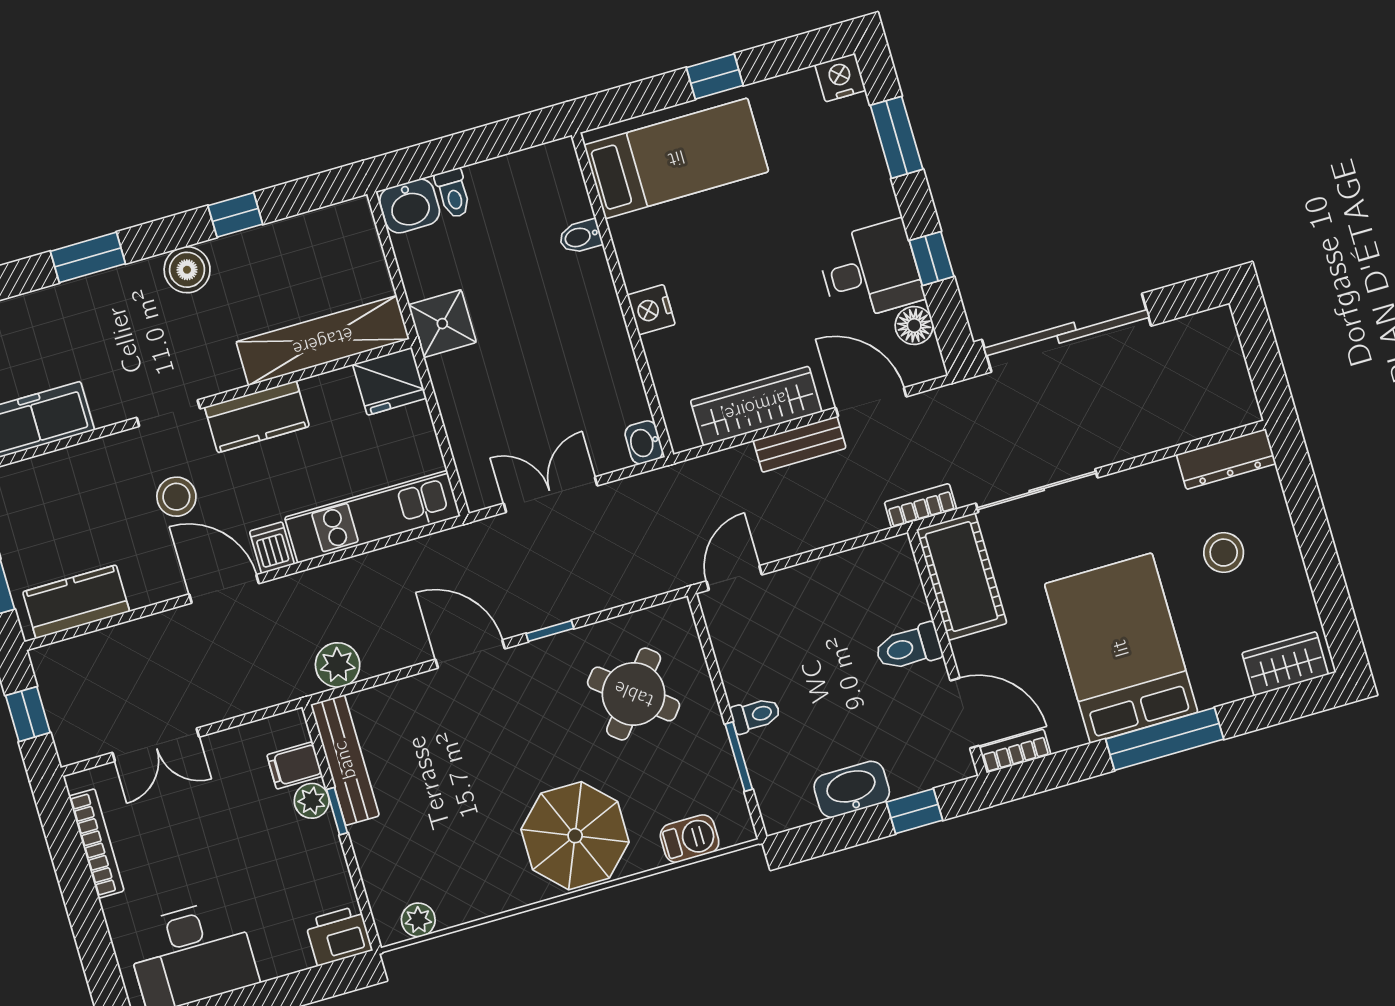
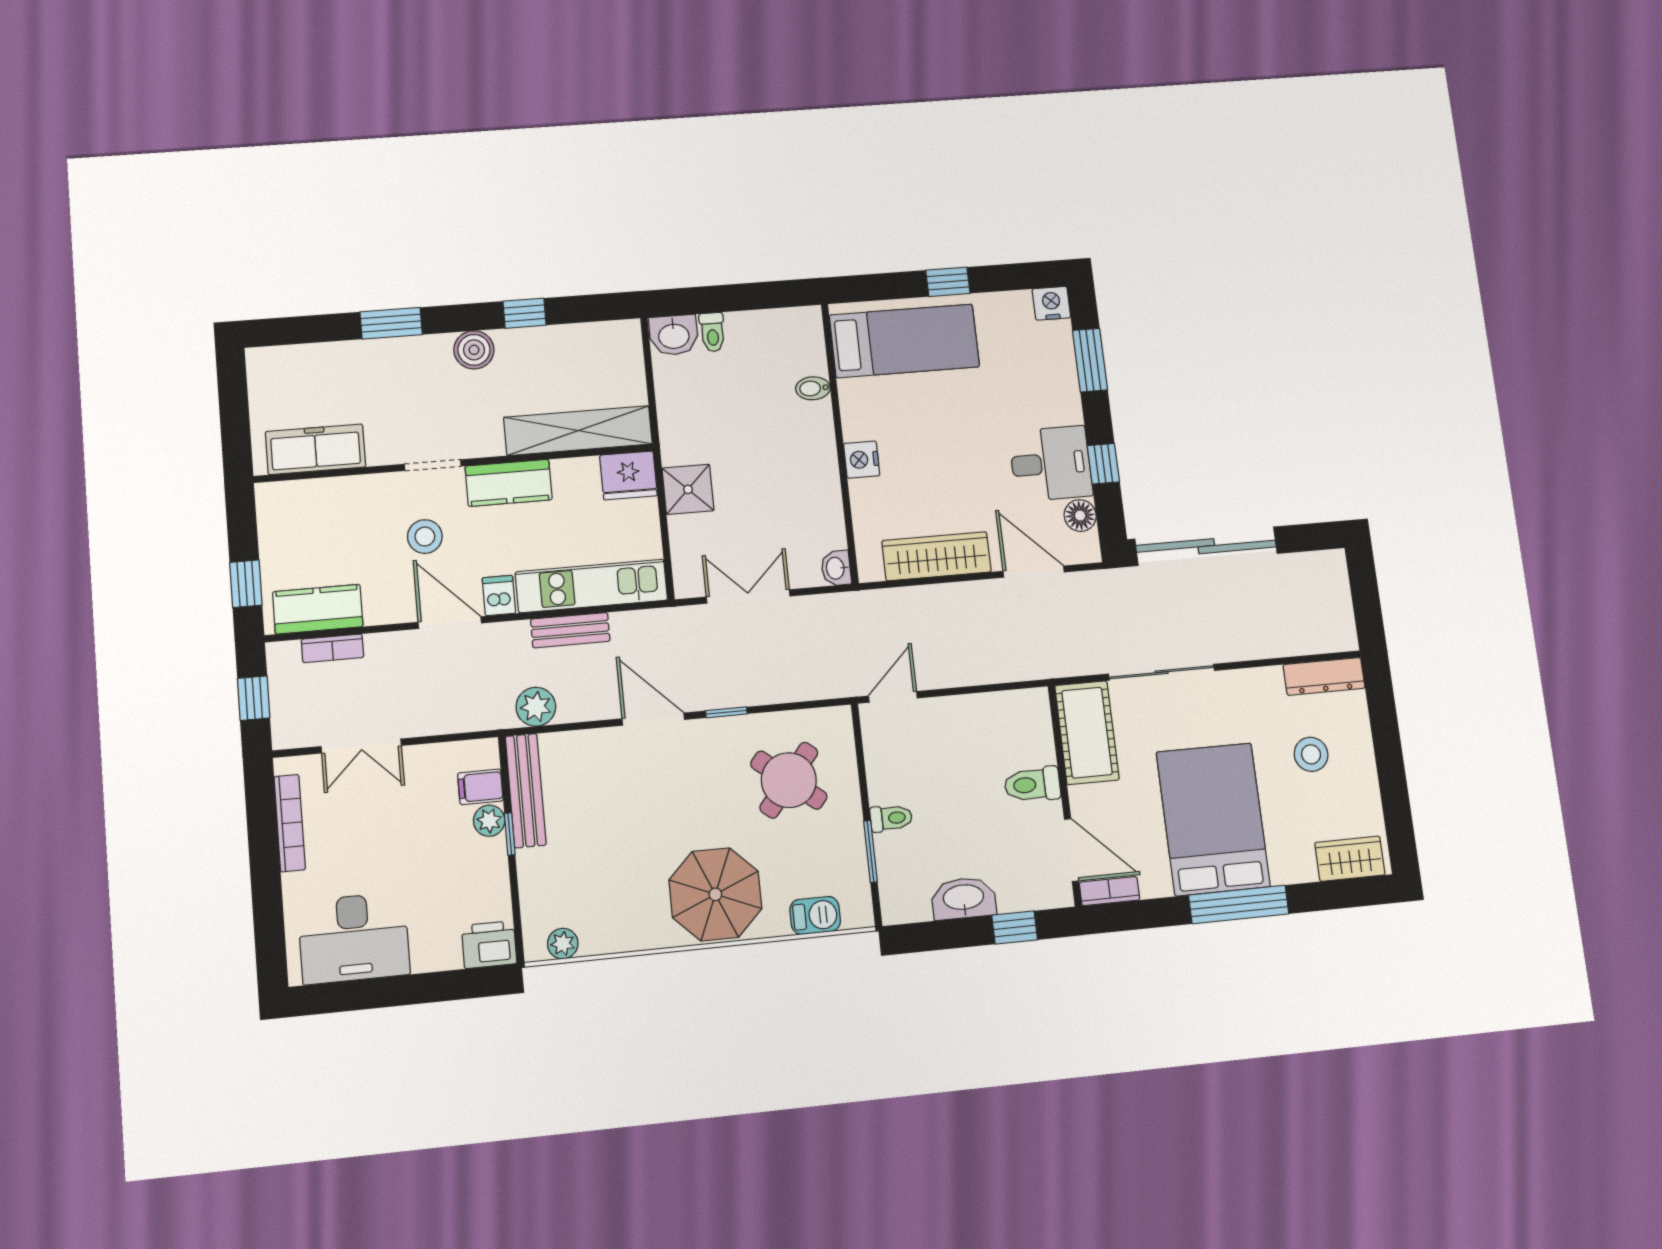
shower: (442, 324) -> (688, 489), moved
bench: (800, 444) -> (570, 630), moved
bookcase: (920, 506) -> (332, 648), moved, turned 180

